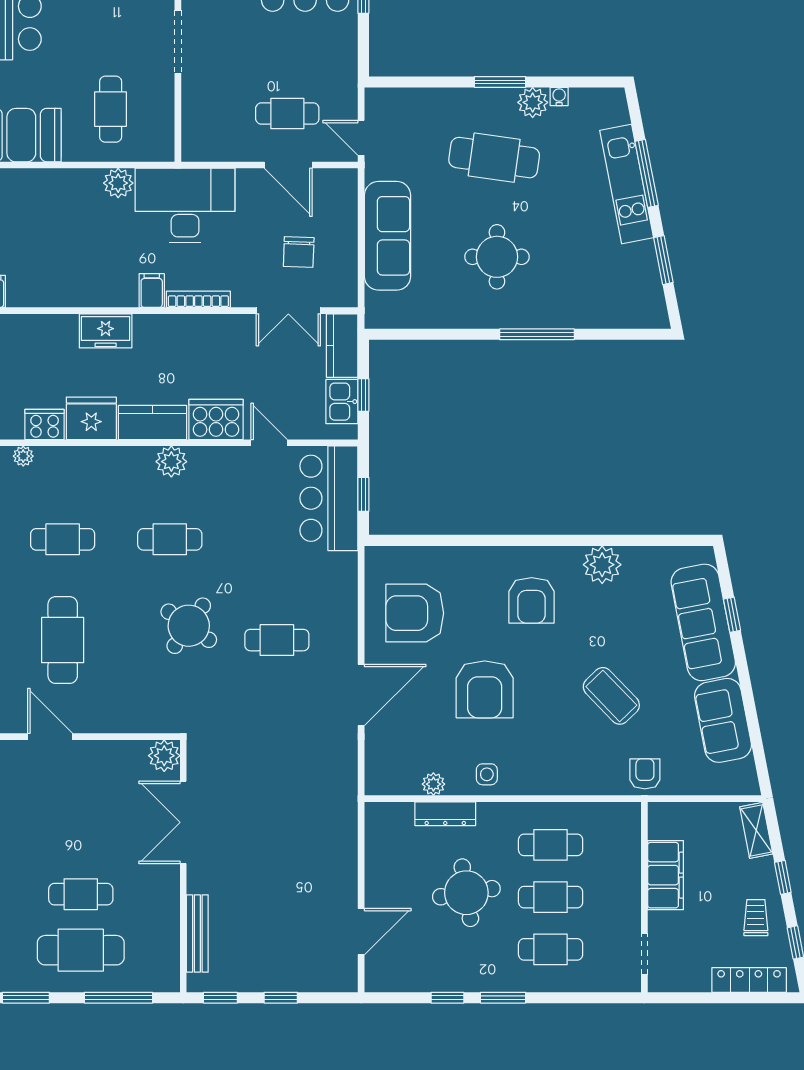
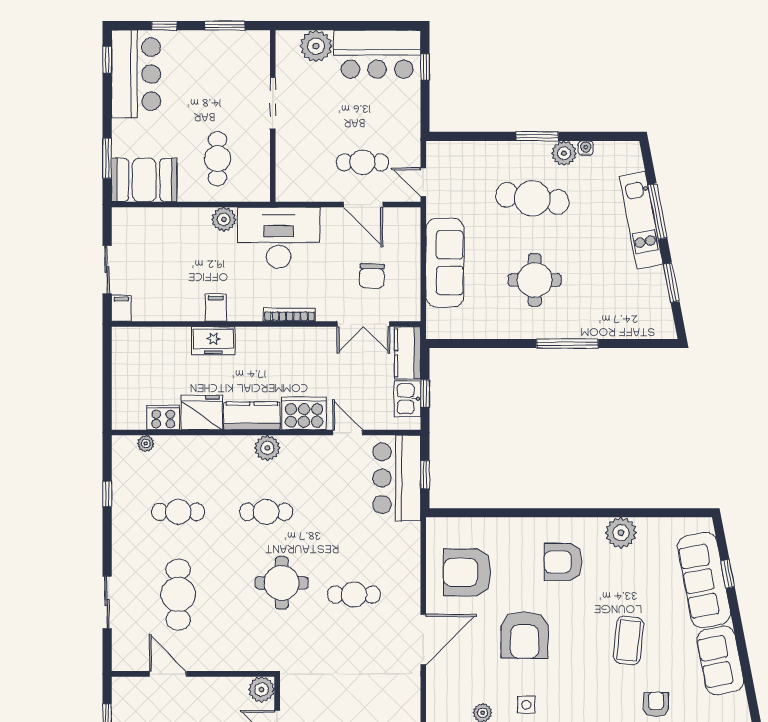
filing cabinet: (152, 291) -> (216, 308), moved
armchair: (532, 600) -> (563, 562), turned 90
round table: (189, 626) -> (282, 583), turned -35
coffee table: (611, 696) -> (629, 640), turned 50

